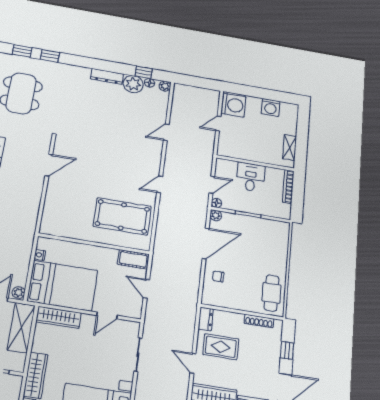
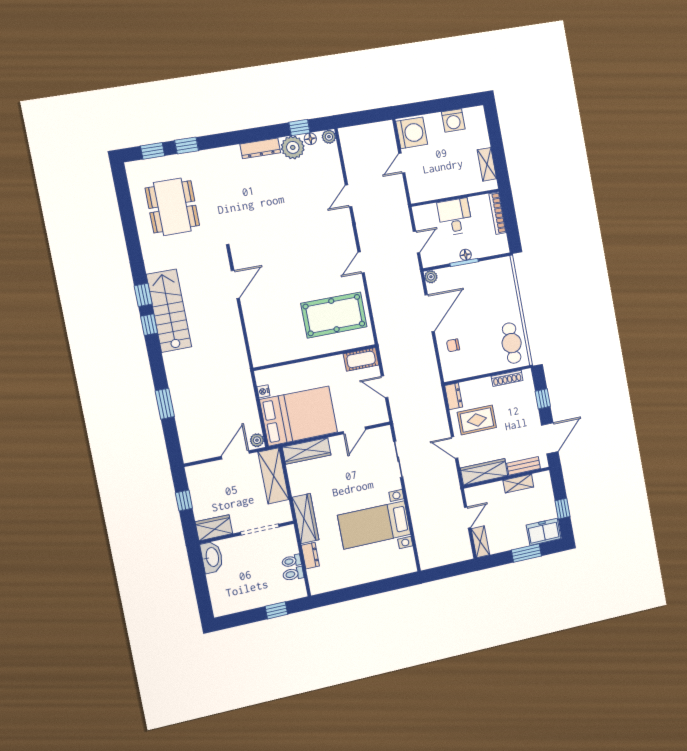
floor lamp: (216, 203) -> (466, 255), moved

